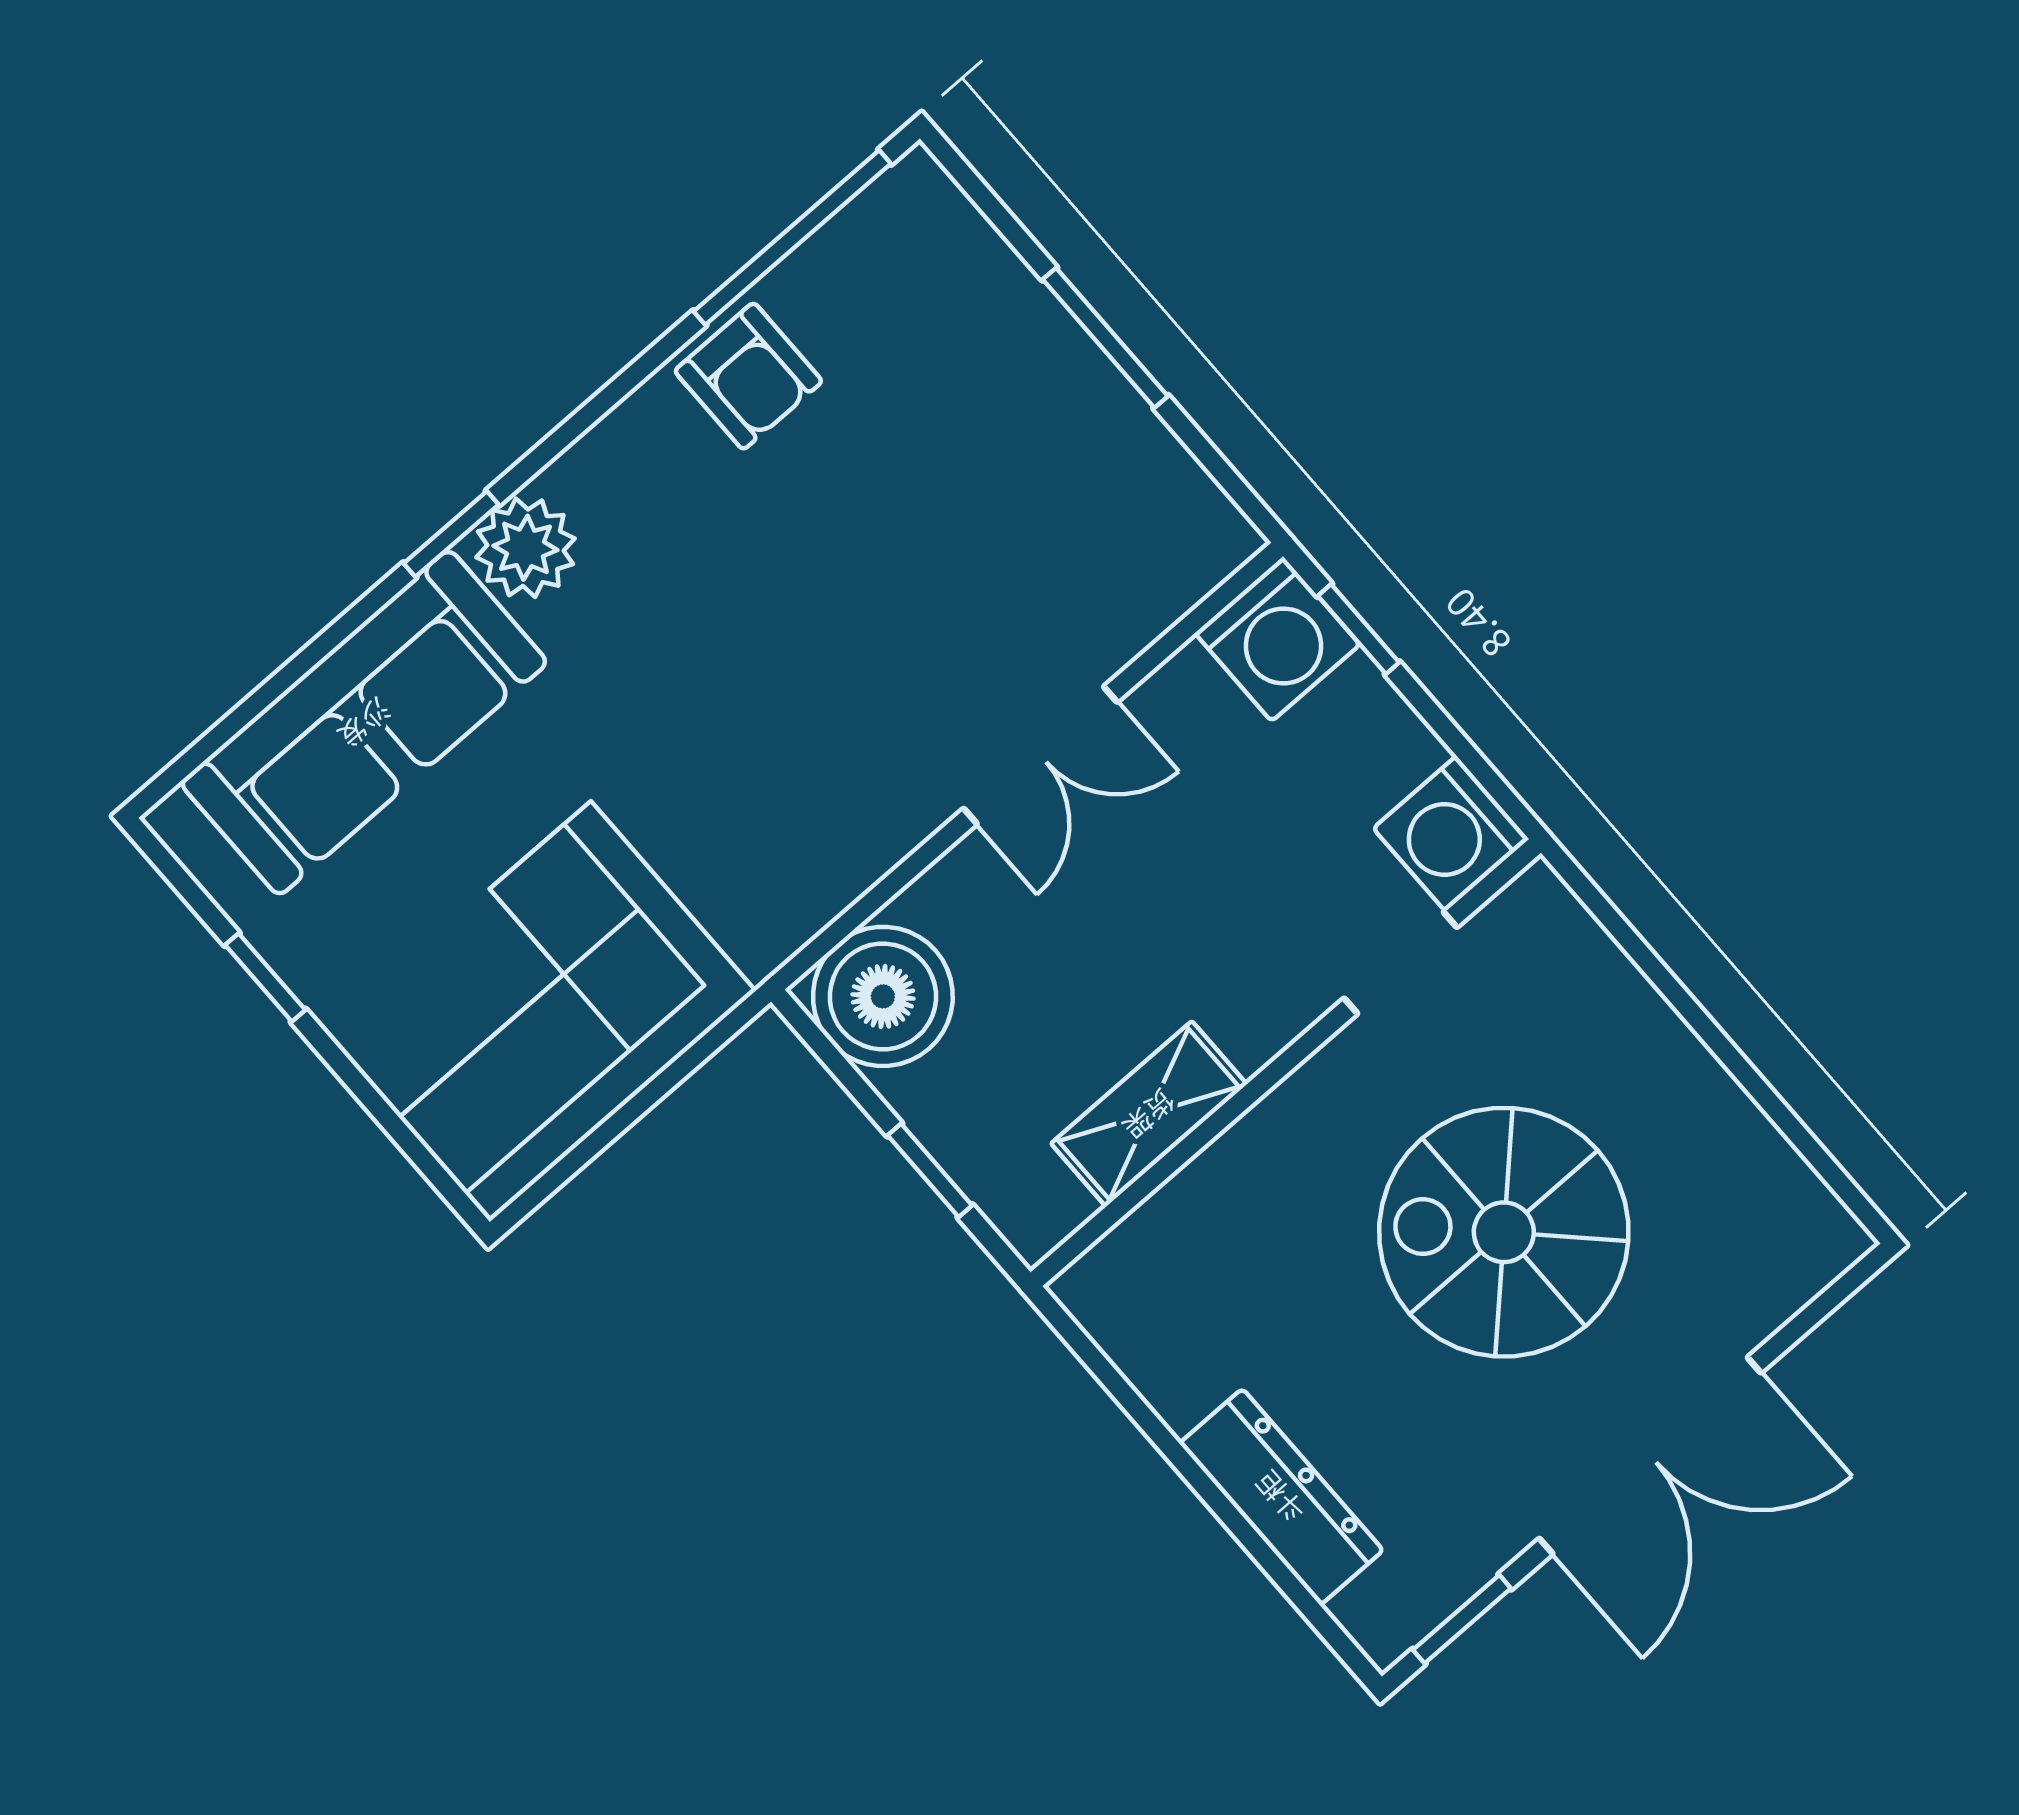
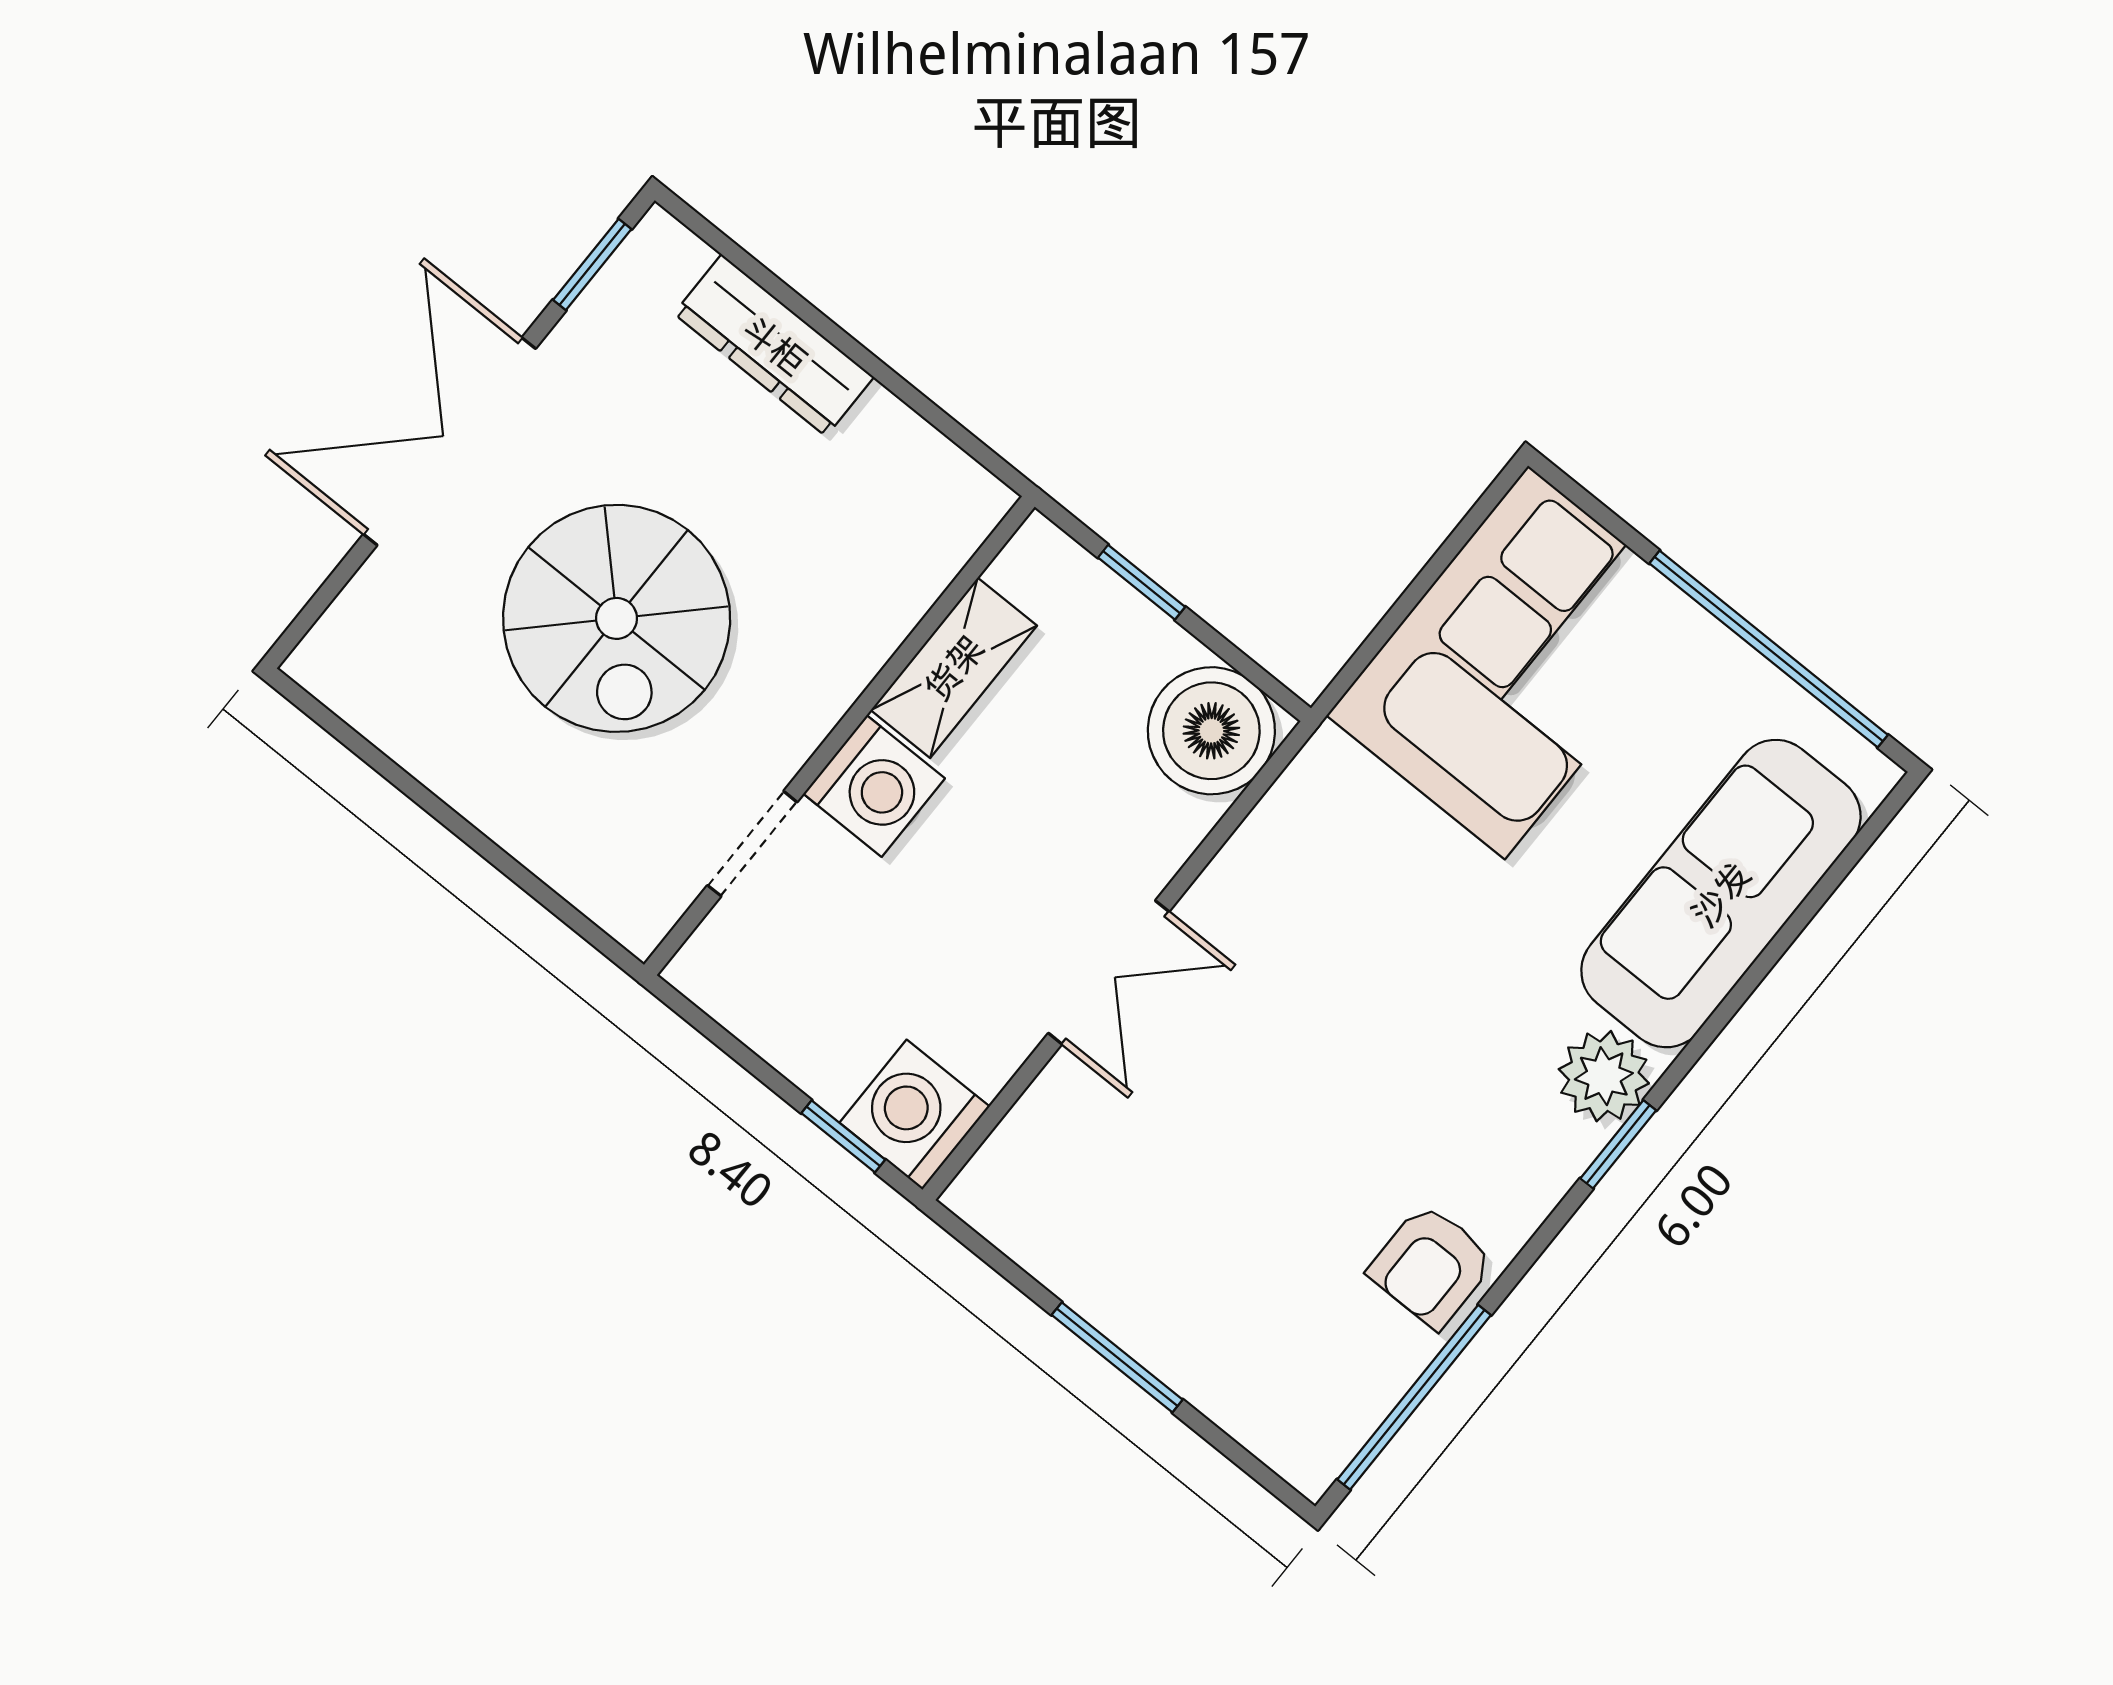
armchair: (748, 376) -> (1431, 1266), turned -90
window: (451, 534) -> (1618, 1144), moved
double door: (1040, 755) -> (1109, 972), swing flipped
washing machine: (1451, 834) -> (874, 786), moved, turned 90
window: (265, 977) -> (1769, 649), width x3.17
spiral stairs: (1504, 1232) -> (617, 618), turned 90

